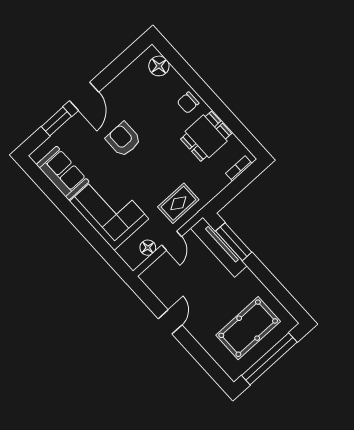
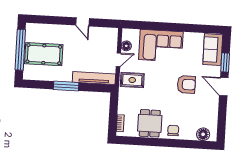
sofa: (63, 173) -> (213, 50), moved, turned 90
rug: (178, 203) -> (132, 80), turned 90
door: (172, 241) -> (118, 60), swing flipped
window: (234, 242) -> (66, 86), moved
pool table: (248, 328) -> (44, 54), turned 90

